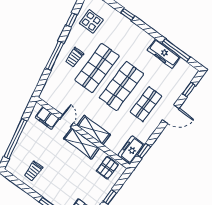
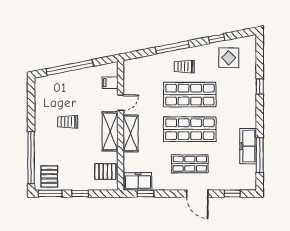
filing cabinet: (47, 118) -> (110, 83), width x0.50
trolley: (33, 171) -> (68, 122), moved

